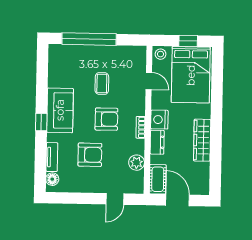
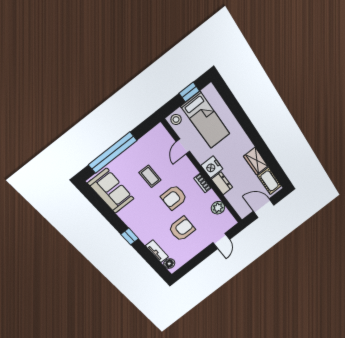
bed: (191, 75) -> (206, 120), width x0.67
door: (149, 81) -> (183, 147), swing flipped
sofa: (60, 110) -> (111, 191), moved
armchair: (106, 119) -> (174, 197), turned 180
wardrobe: (202, 140) -> (256, 161), width x0.67
cot: (158, 179) -> (269, 181), moved

